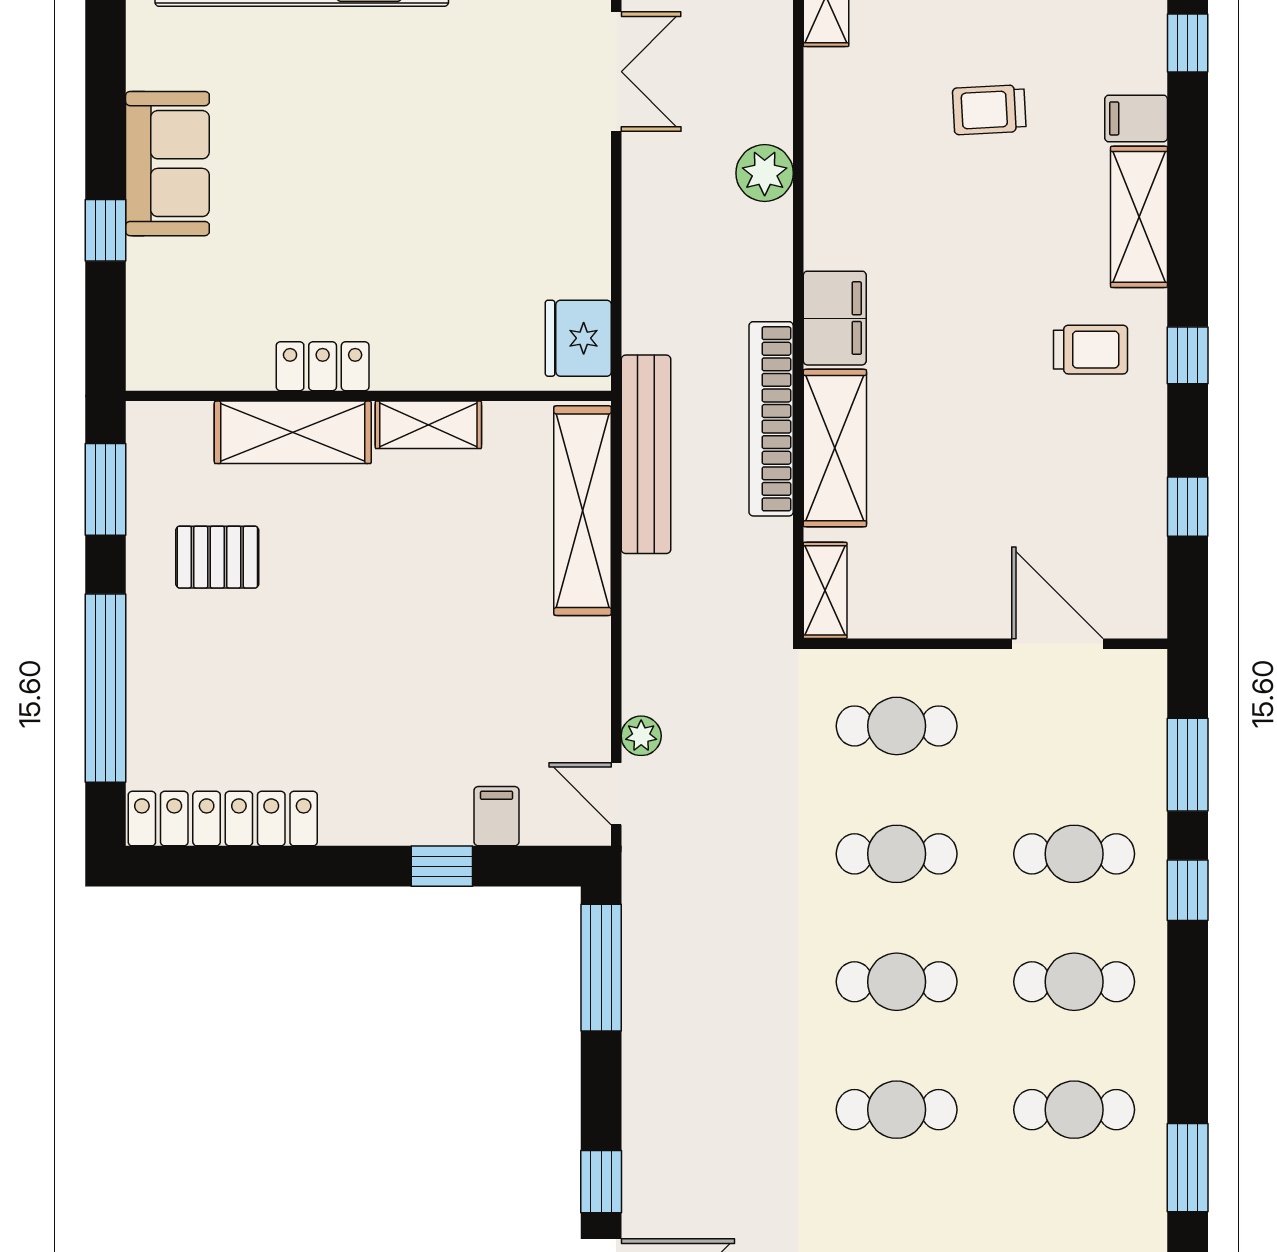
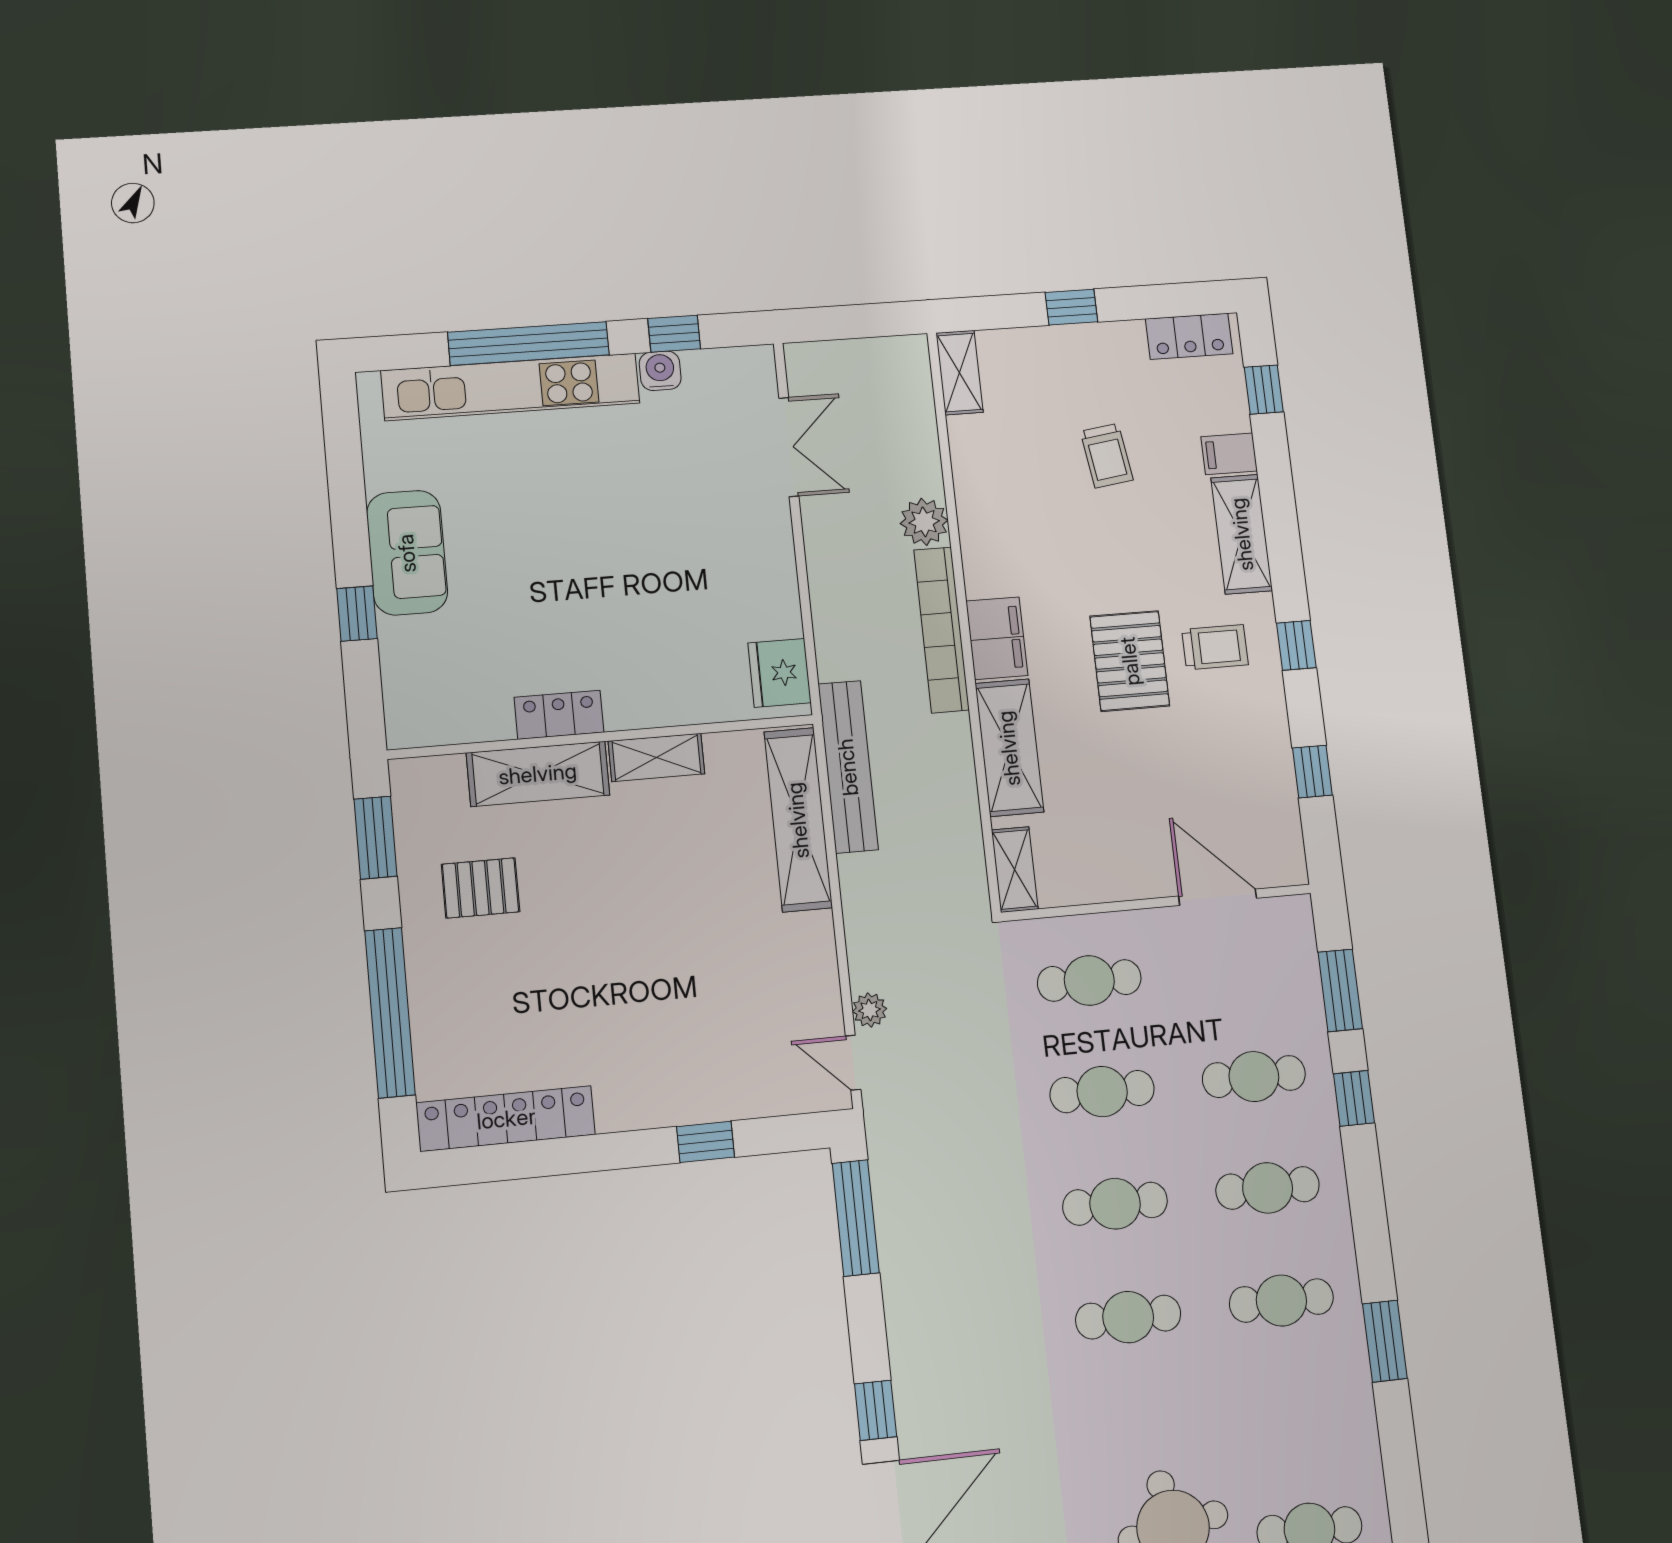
trolley: (989, 110) -> (1107, 456), turned -95
pallet: (988, 358) -> (1130, 661), added
bookcase: (771, 419) -> (941, 630), moved
filing cabinet: (496, 816) -> (750, 1093), removed

